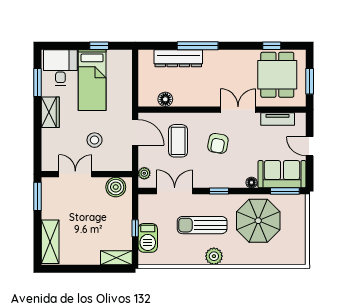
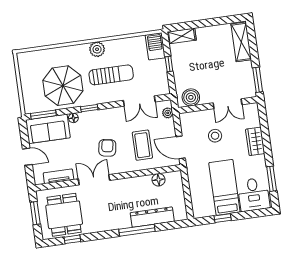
double door: (238, 110) -> (94, 180), swing flipped
wardrobe: (50, 112) -> (255, 141), moved
window: (219, 191) -> (89, 108), moved
barbecue: (148, 238) -> (155, 46), moved

